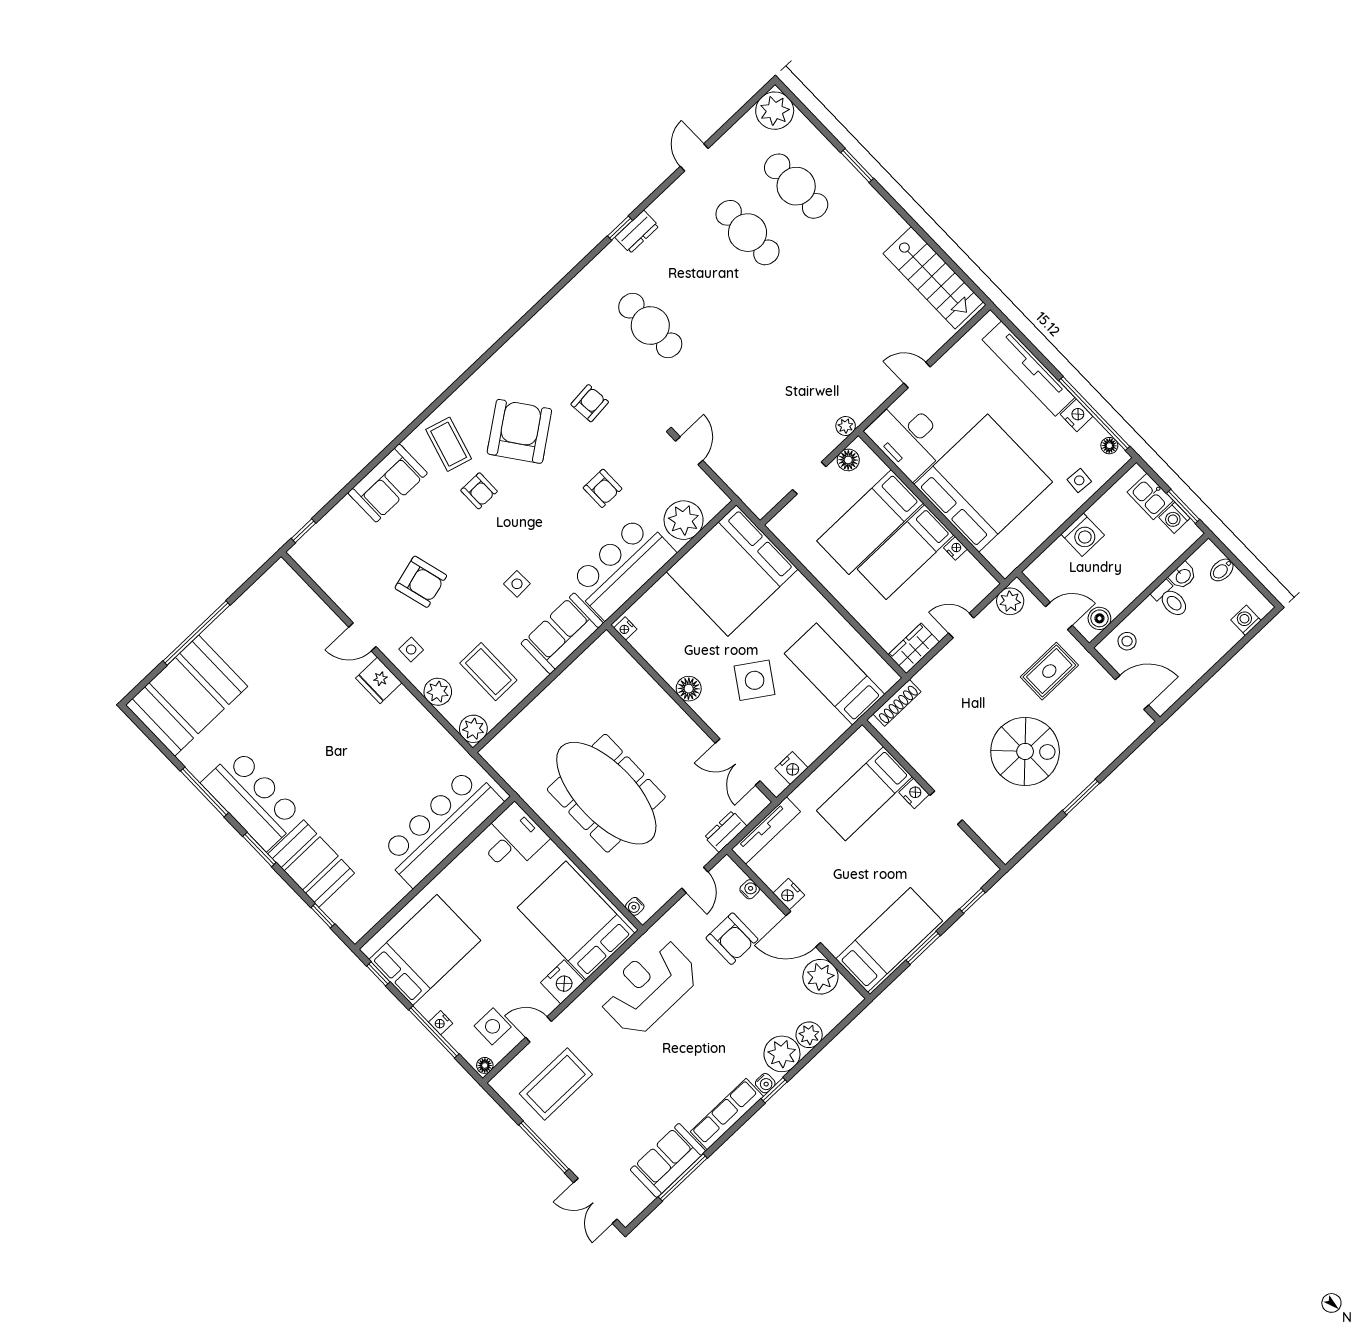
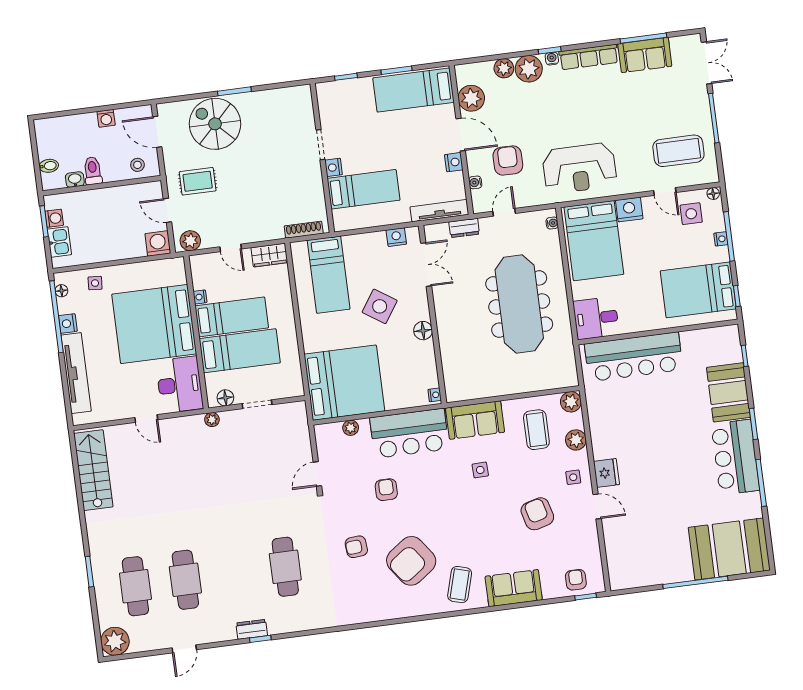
armchair: (479, 491) -> (576, 580), moved
plant: (684, 520) -> (351, 428), width x0.53, depth x0.53
washing machine: (1083, 535) -> (158, 243), moved
boiler: (1099, 618) -> (144, 191), removed
washing machine: (1246, 620) -> (106, 118), moved
spiral stairs: (1025, 751) -> (215, 124), moved

